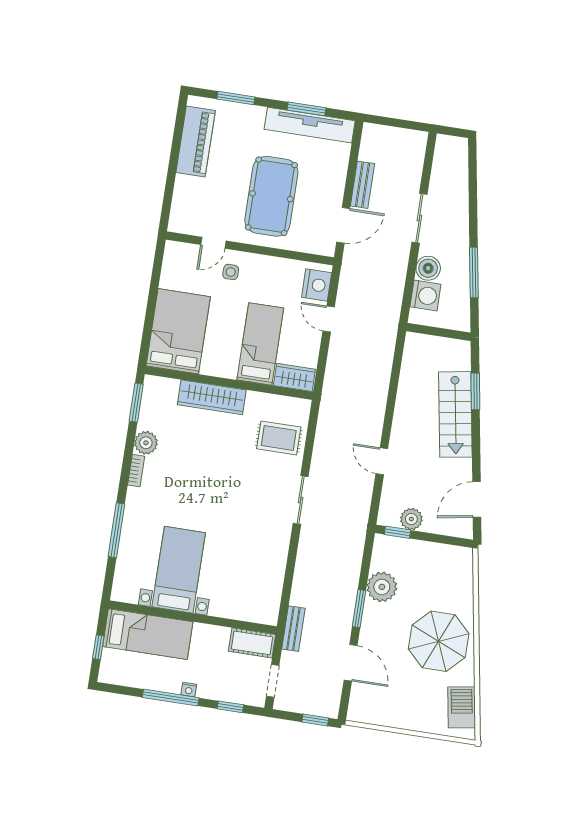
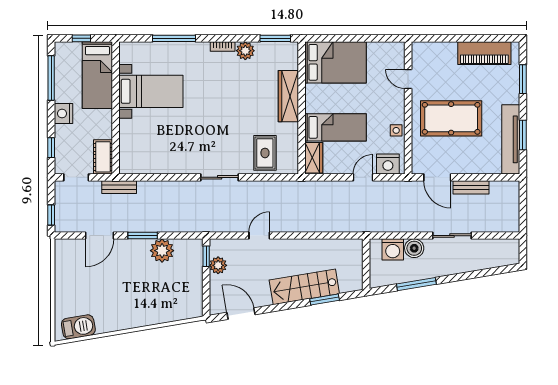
side table: (231, 272) -> (396, 130), moved
parasol: (439, 641) -> (127, 301), removed
nightstand: (189, 690) -> (63, 114), width x1.89, depth x1.79
window: (171, 698) -> (51, 78), moved

